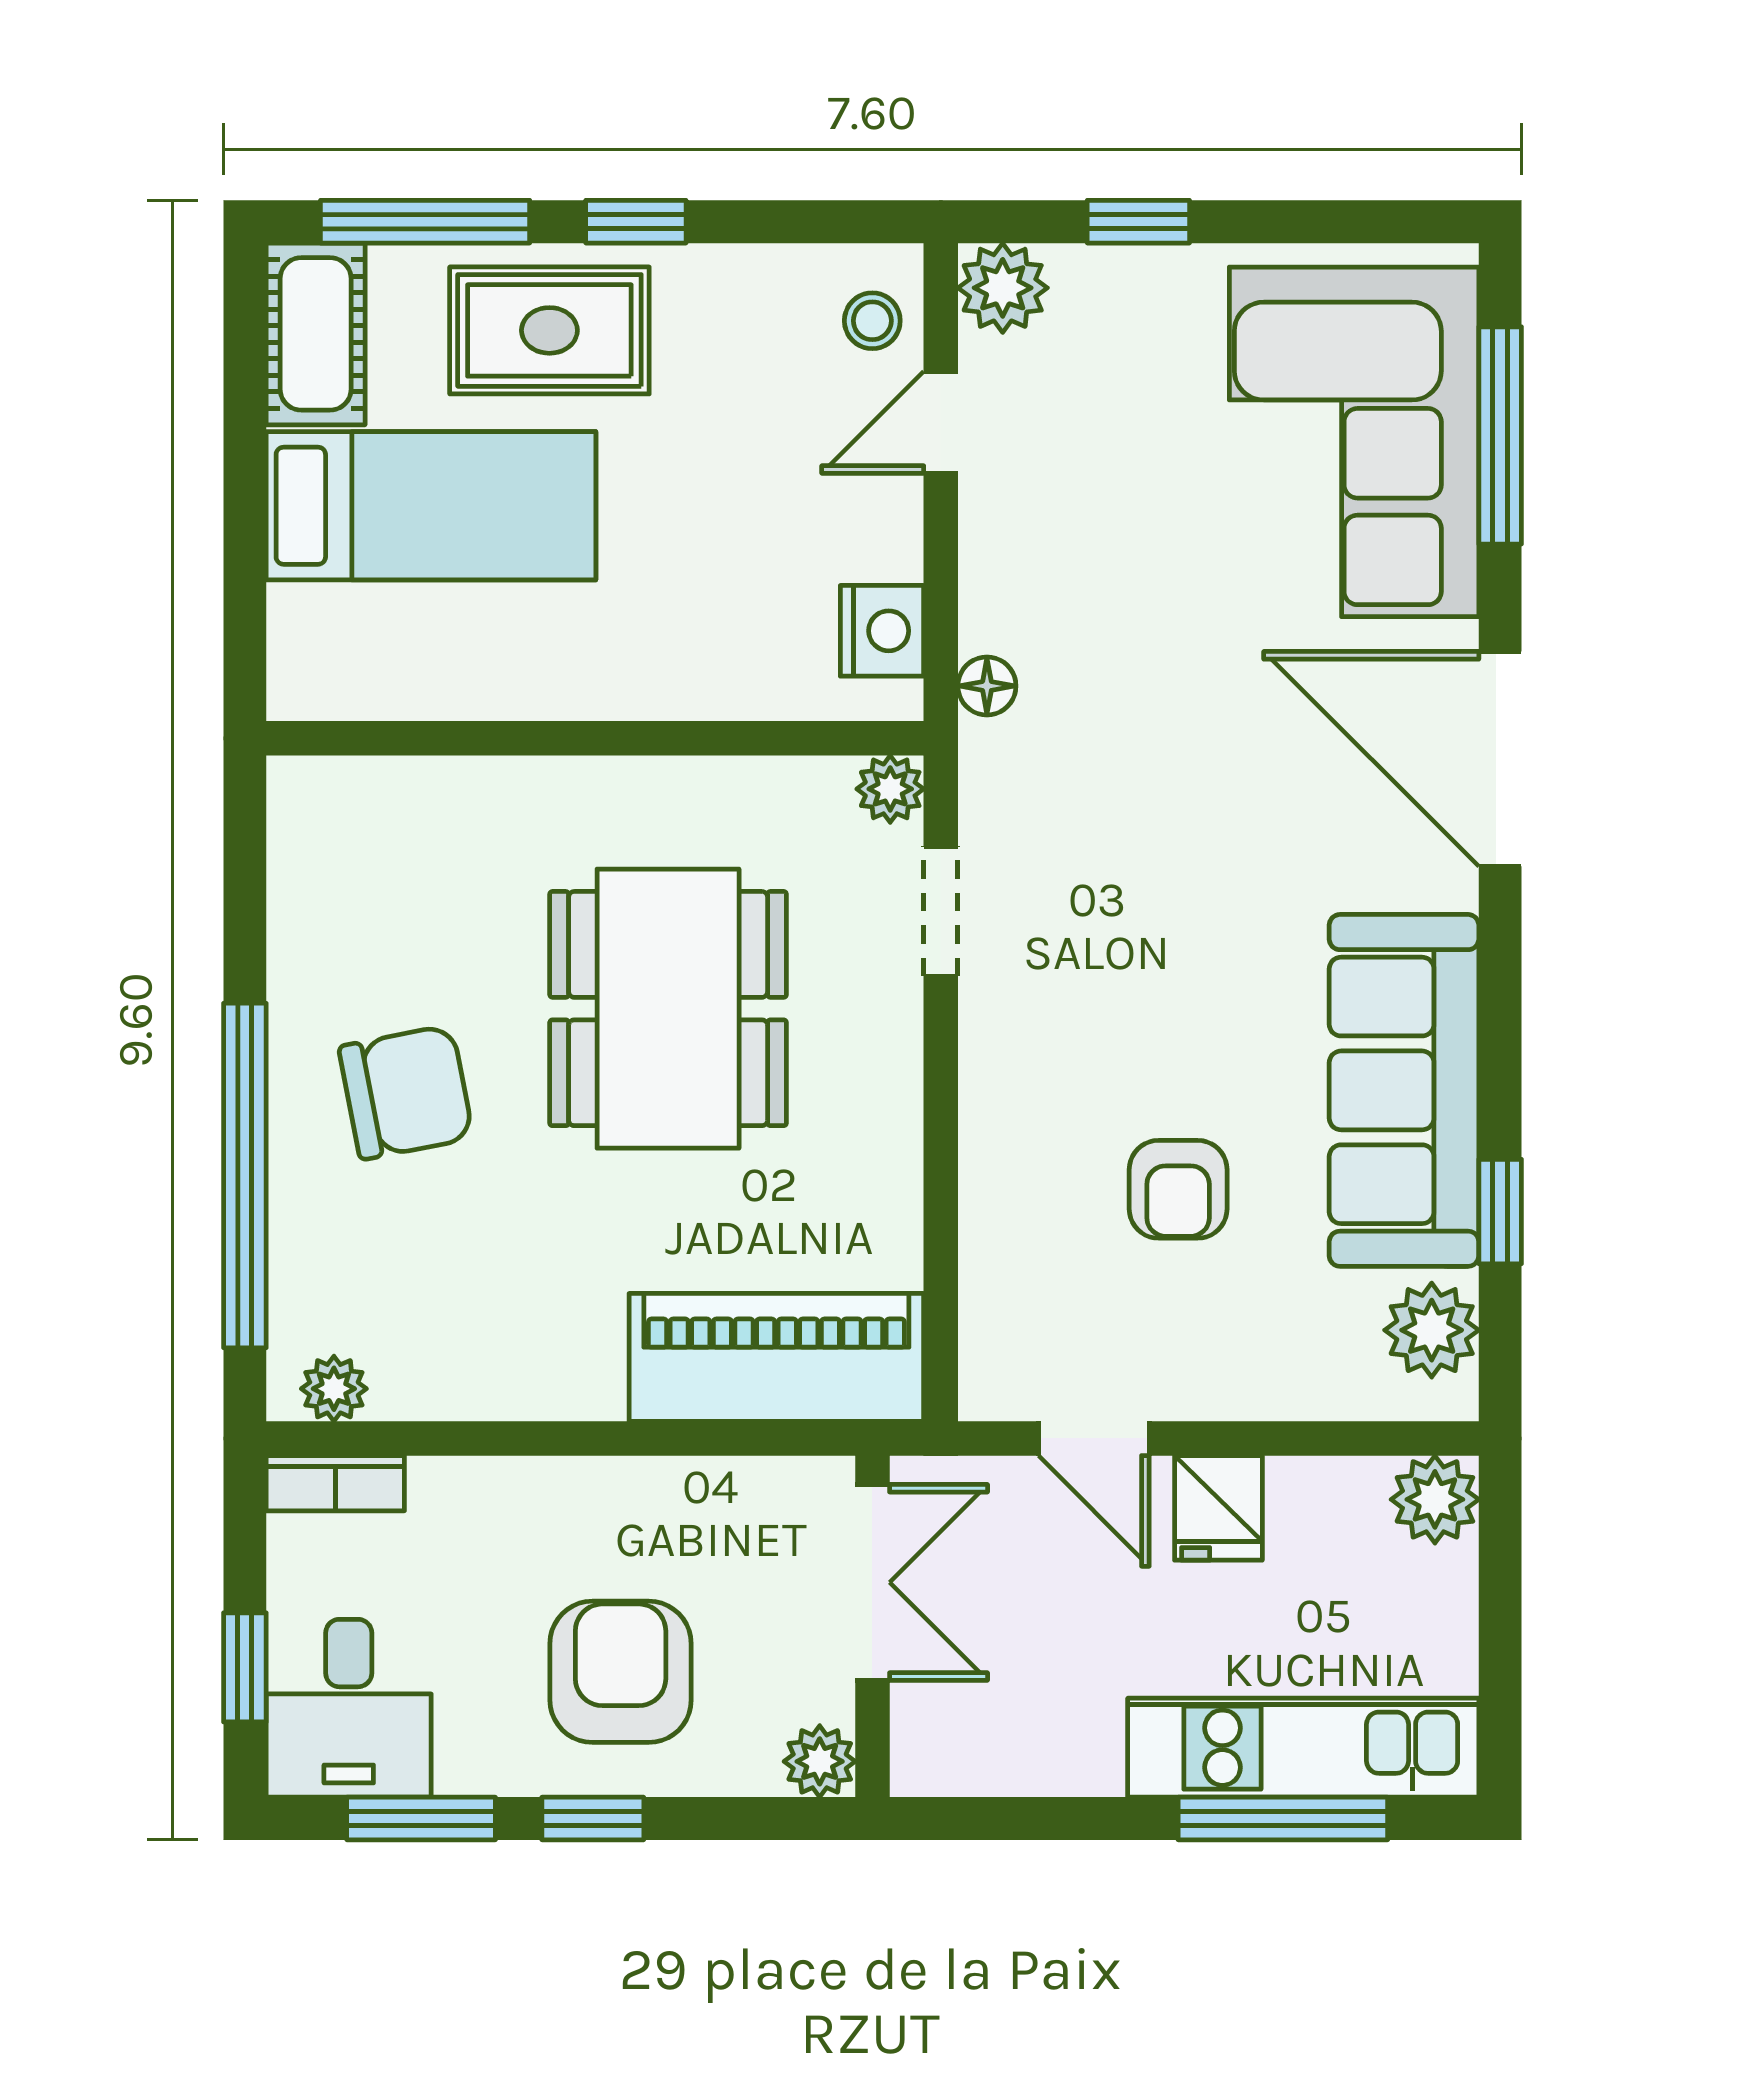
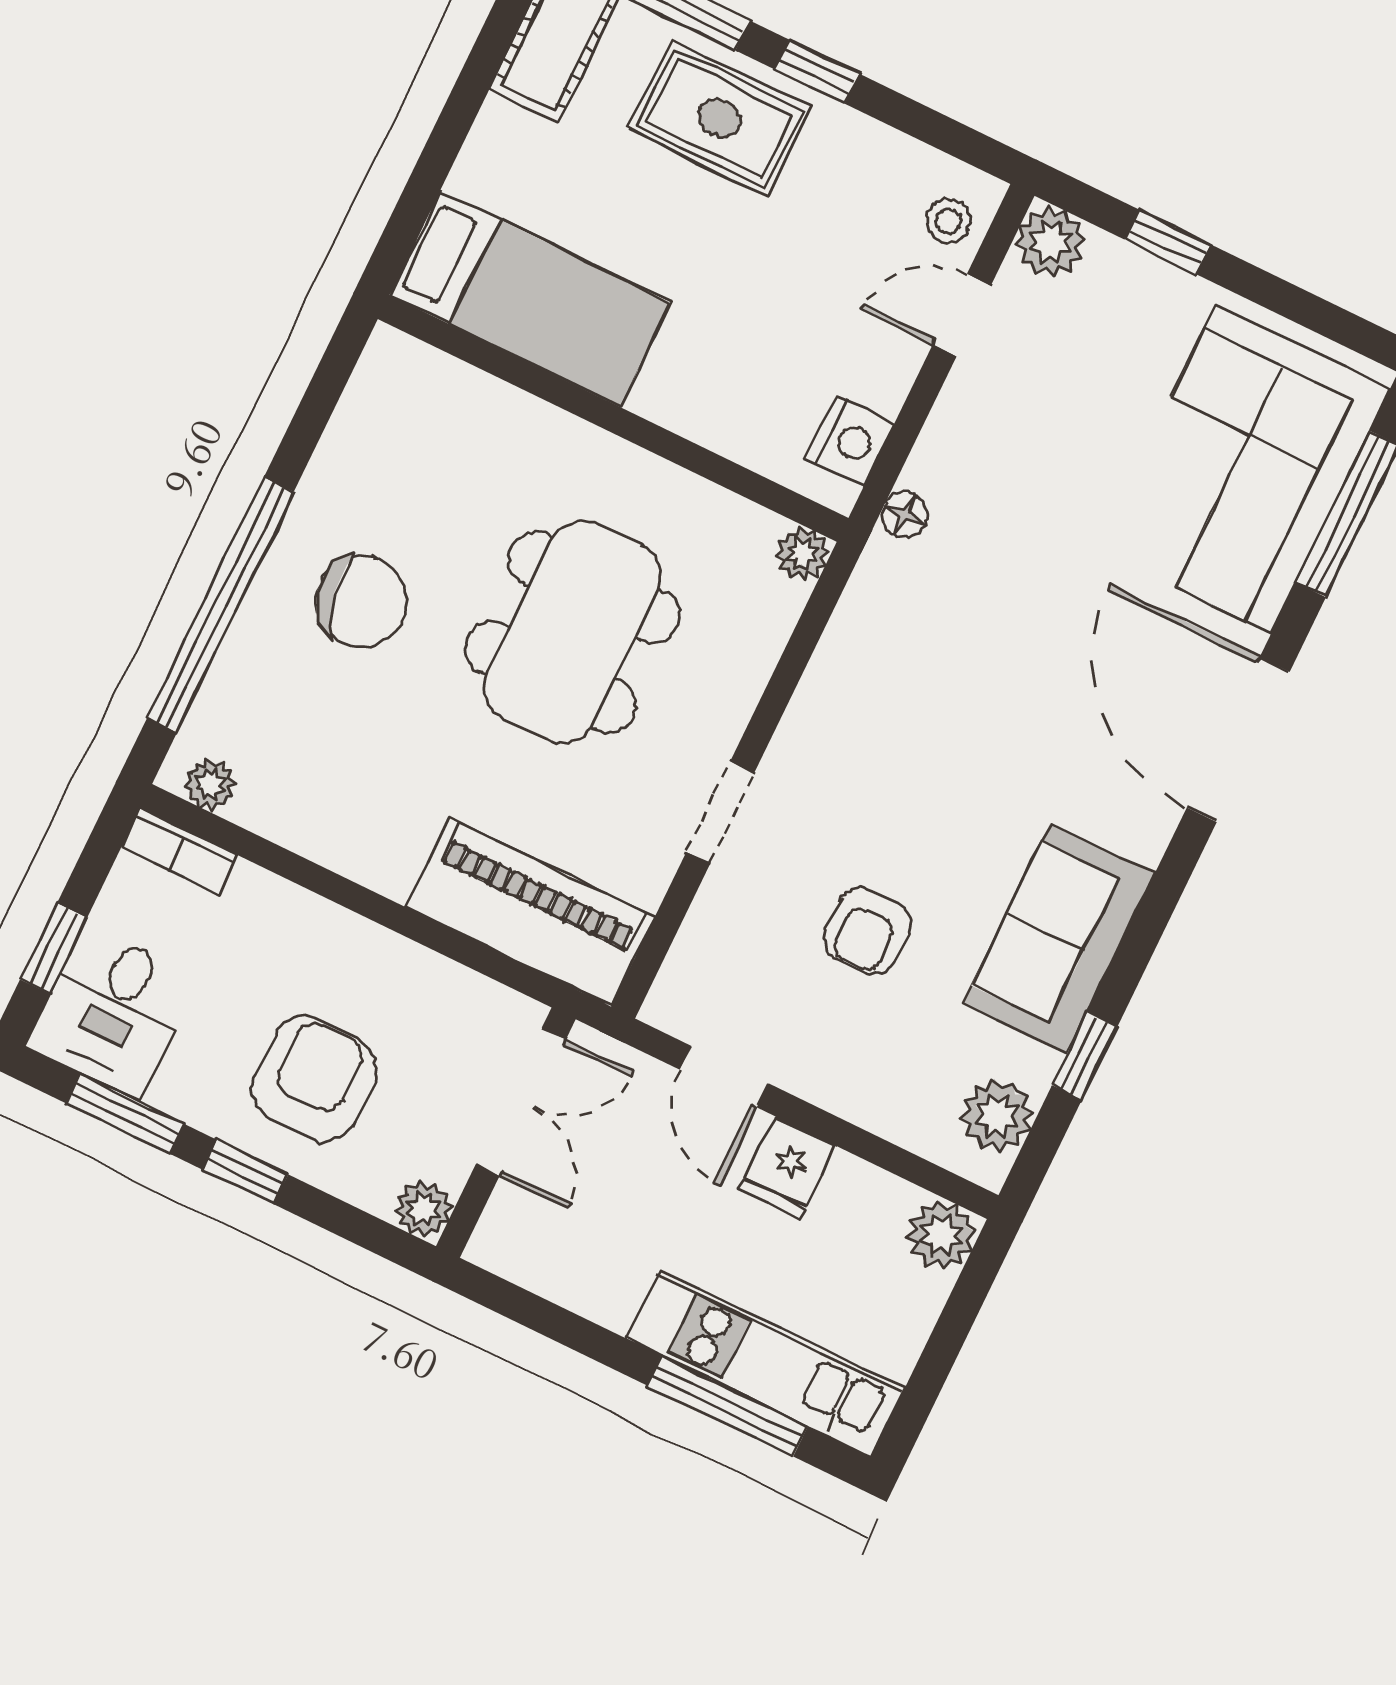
bed: (431, 506) -> (530, 298), moved
doorway: (941, 911) -> (720, 812), moved
sofa: (1404, 1090) -> (1059, 939), width x0.73

